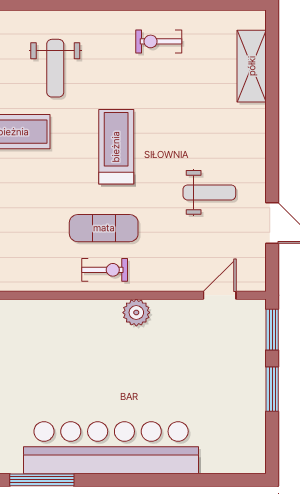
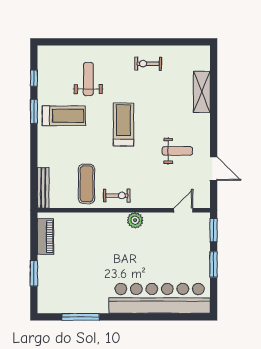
shelving: (252, 66) -> (202, 92), moved
weight bench: (55, 68) -> (88, 79), turned 180
exercise mat: (104, 228) -> (86, 184), moved, turned 90
bar counter: (111, 448) -> (160, 298), moved

